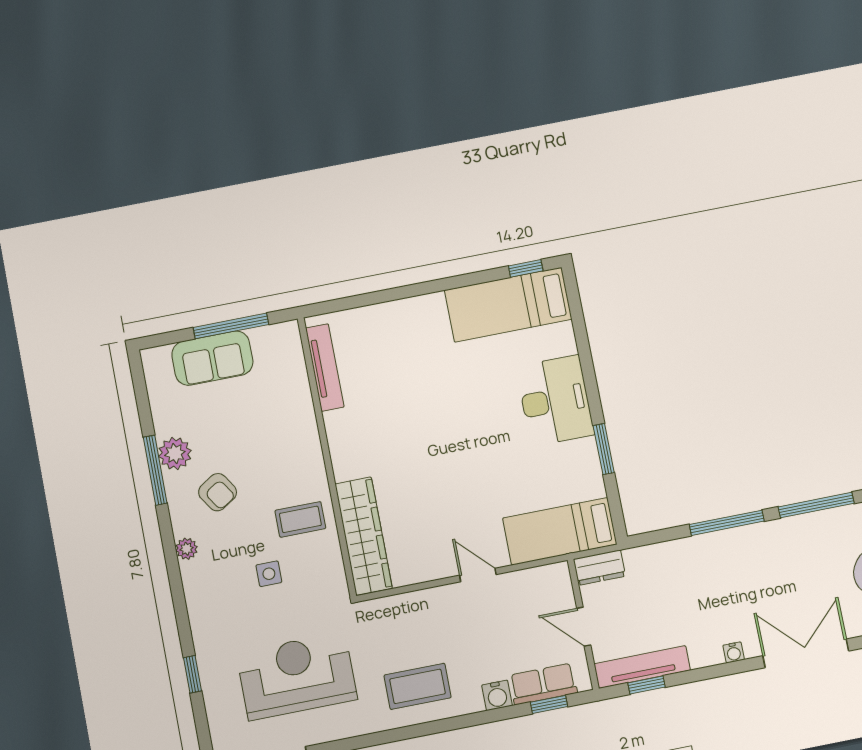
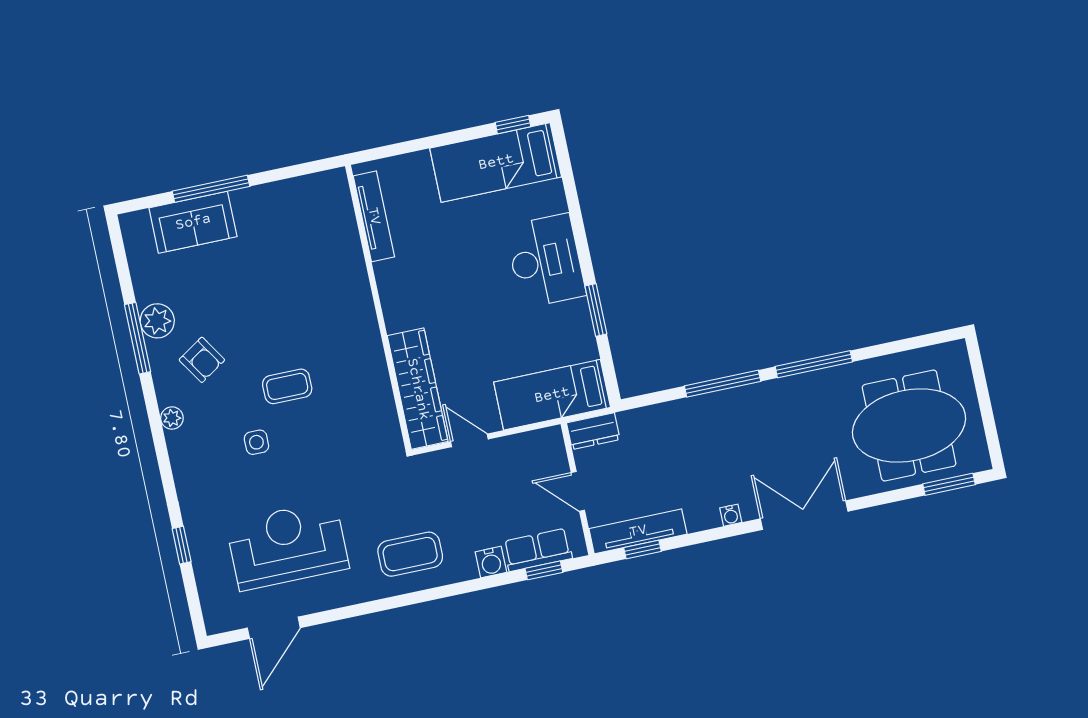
tv unit: (325, 368) -> (374, 216), moved
wall: (327, 457) -> (378, 308), moved
wardrobe: (364, 536) -> (418, 389), moved

